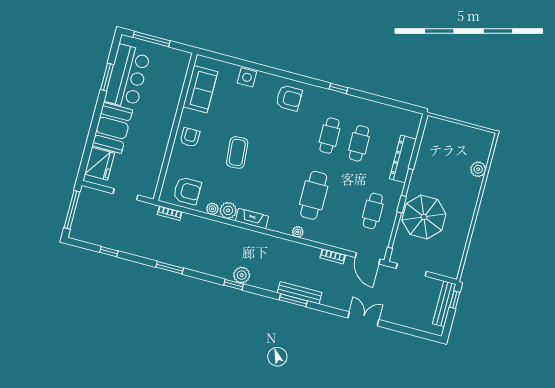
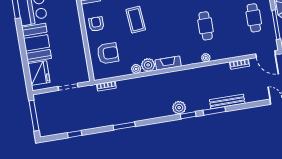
armchair: (187, 191) -> (108, 53), moved
cafe table: (314, 195) -> (206, 26), width x0.73, depth x0.74
window: (234, 285) -> (188, 115), moved
window: (293, 300) -> (214, 111), moved

